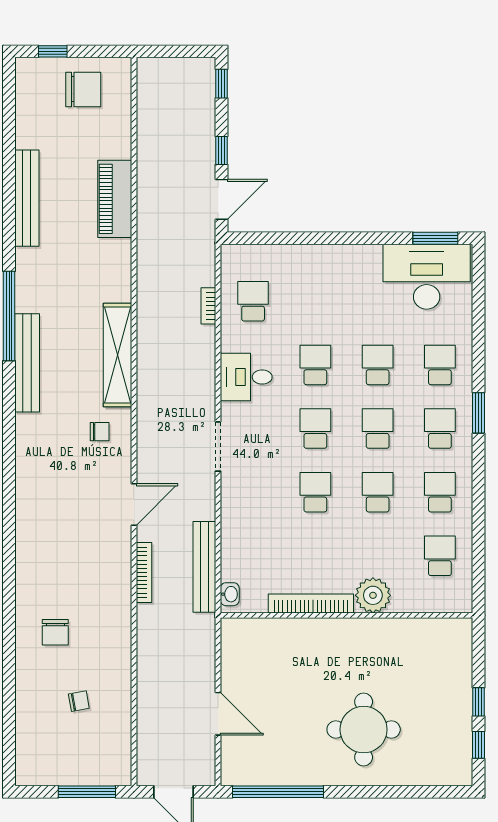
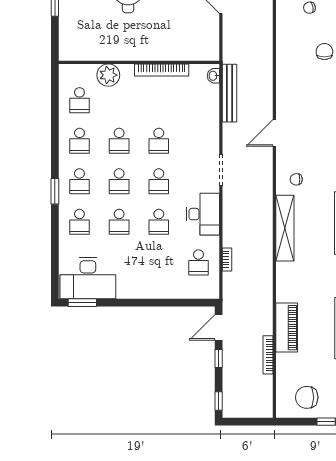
desk: (246, 377) -> (203, 214), width x1.37
bookcase: (144, 572) -> (268, 355), moved
plant: (373, 595) -> (108, 75), moved

